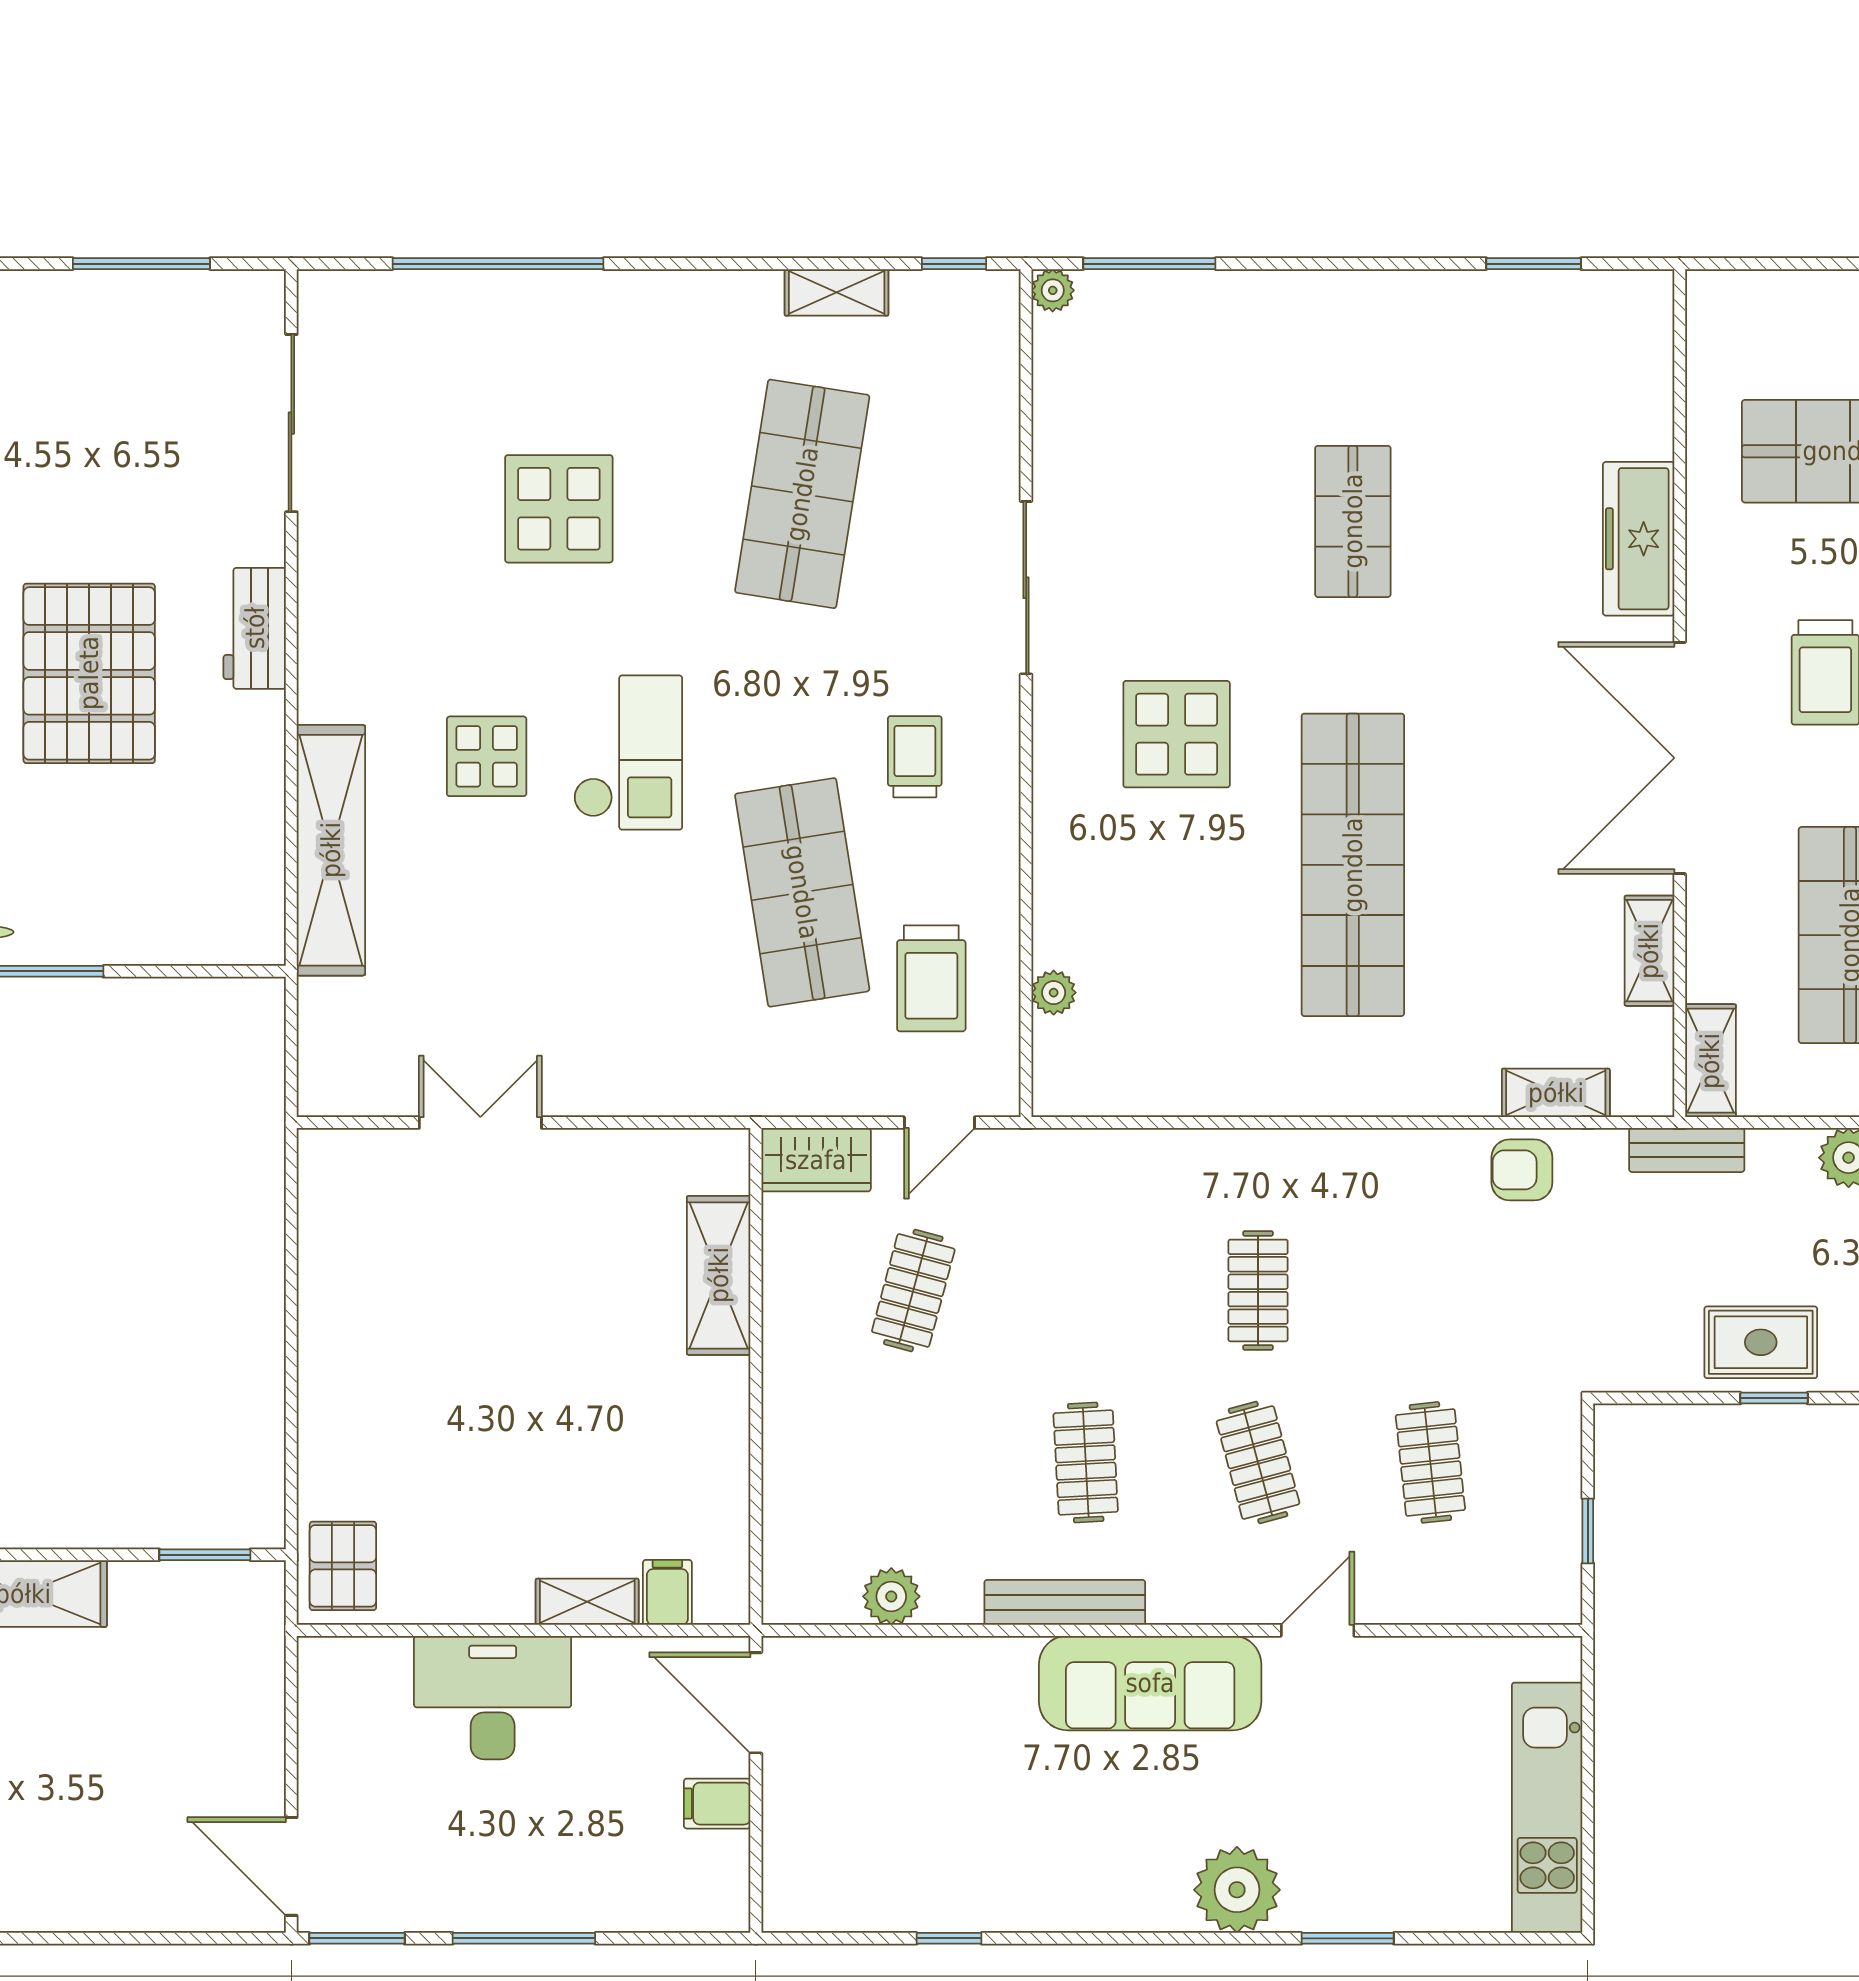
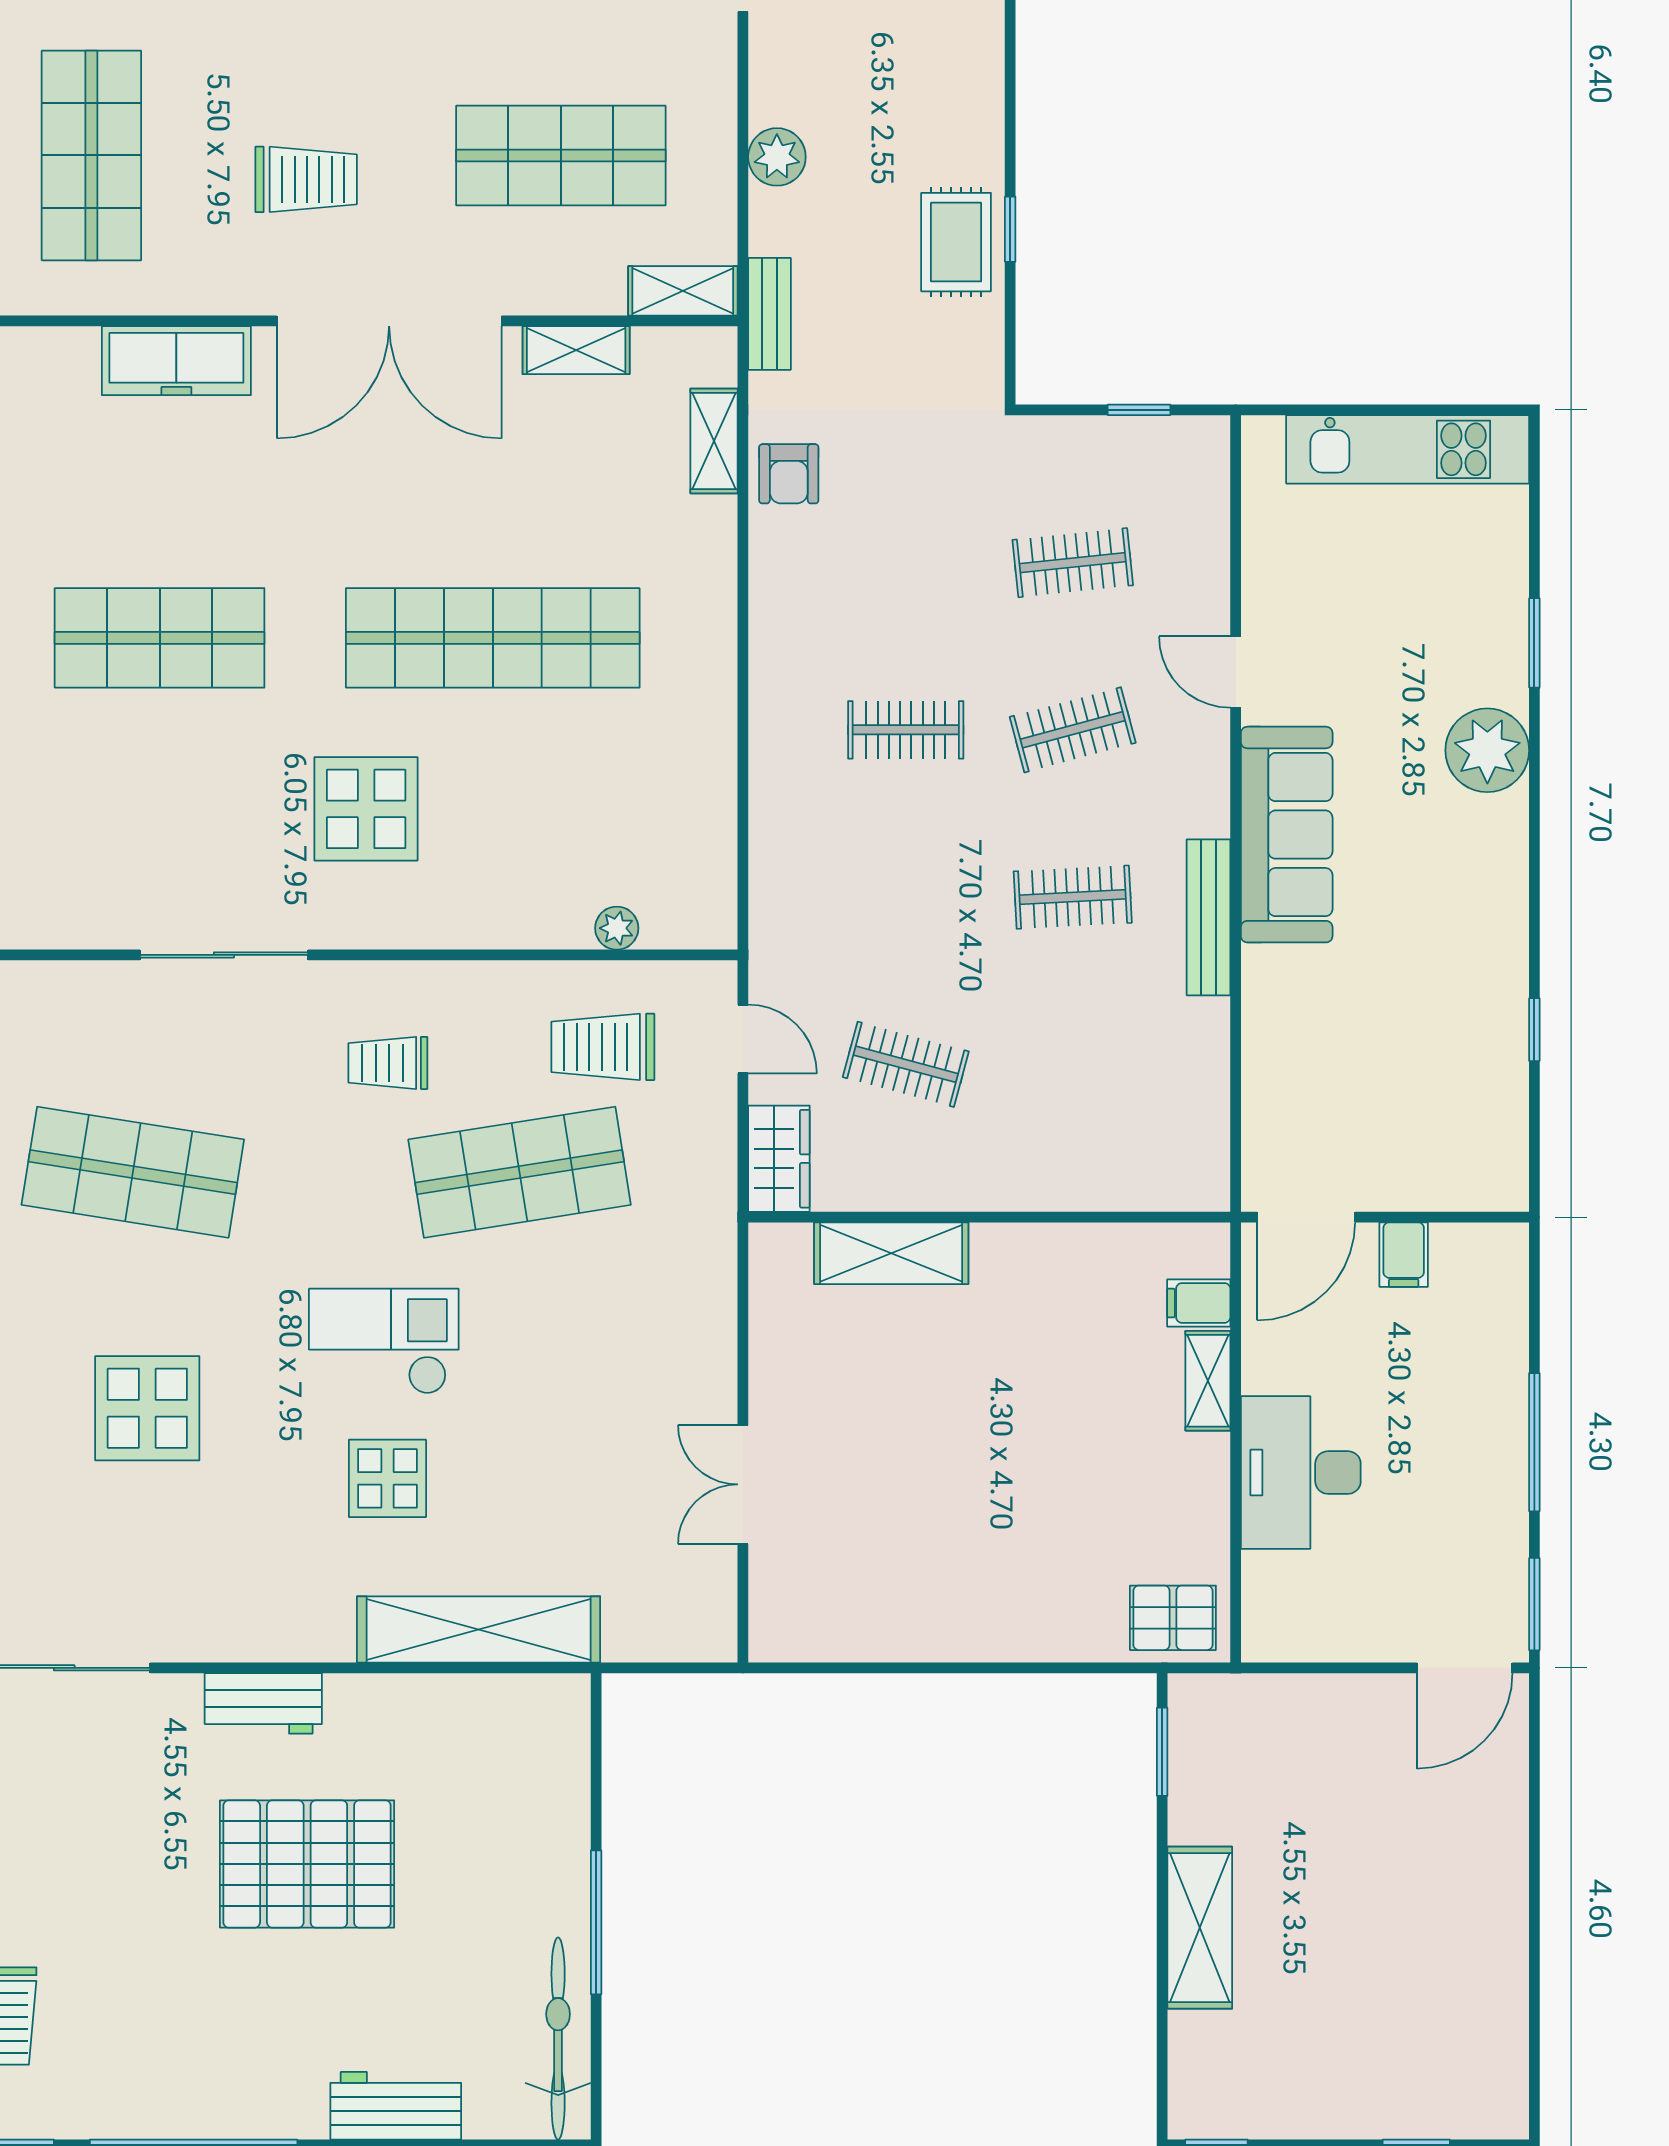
shop shelf: (1353, 521) -> (160, 638), width x1.43, depth x1.36
trolley: (931, 978) -> (603, 1047), turned 180
plant: (891, 1596) -> (1203, 1086), removed

